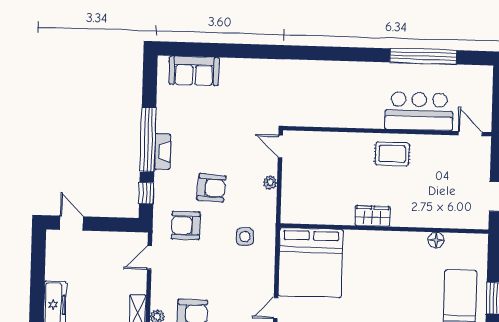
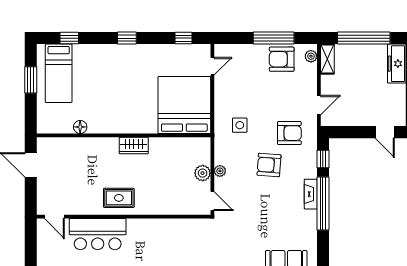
plant: (291, 181) -> (203, 173), added

